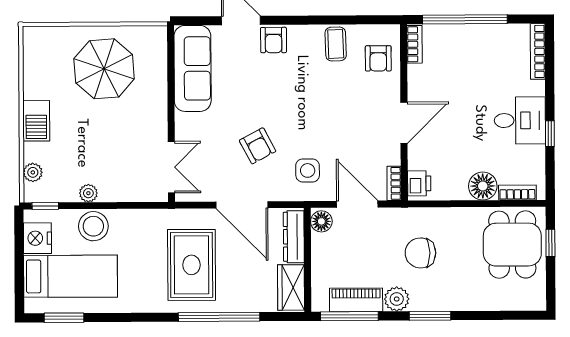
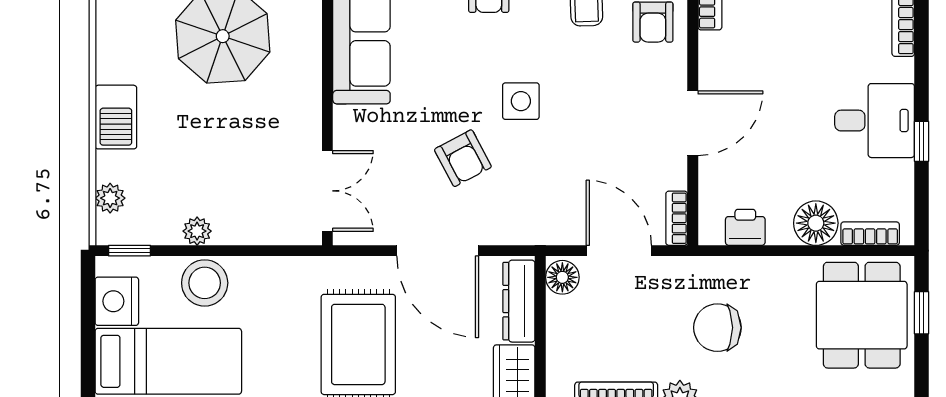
side table: (308, 170) -> (521, 101), moved
printer: (419, 183) -> (745, 227), moved, turned -90

